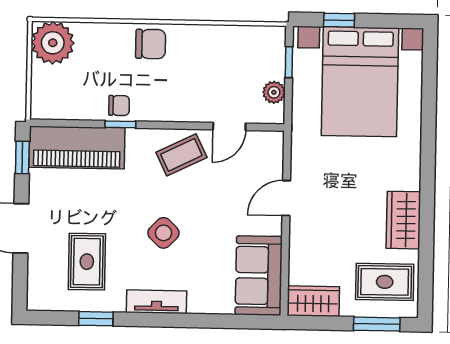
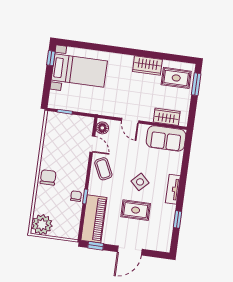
window: (339, 20) -> (51, 58), moved
bed with nightstands: (360, 82) -> (79, 71), width x0.73
plant: (274, 92) -> (78, 121), removed
floor lamp: (265, 143) -> (102, 128), added
rug: (87, 262) -> (136, 210), moved
rug: (385, 282) -> (176, 78), turned 90
wardrobe: (313, 301) -> (167, 117), moved, turned 90

